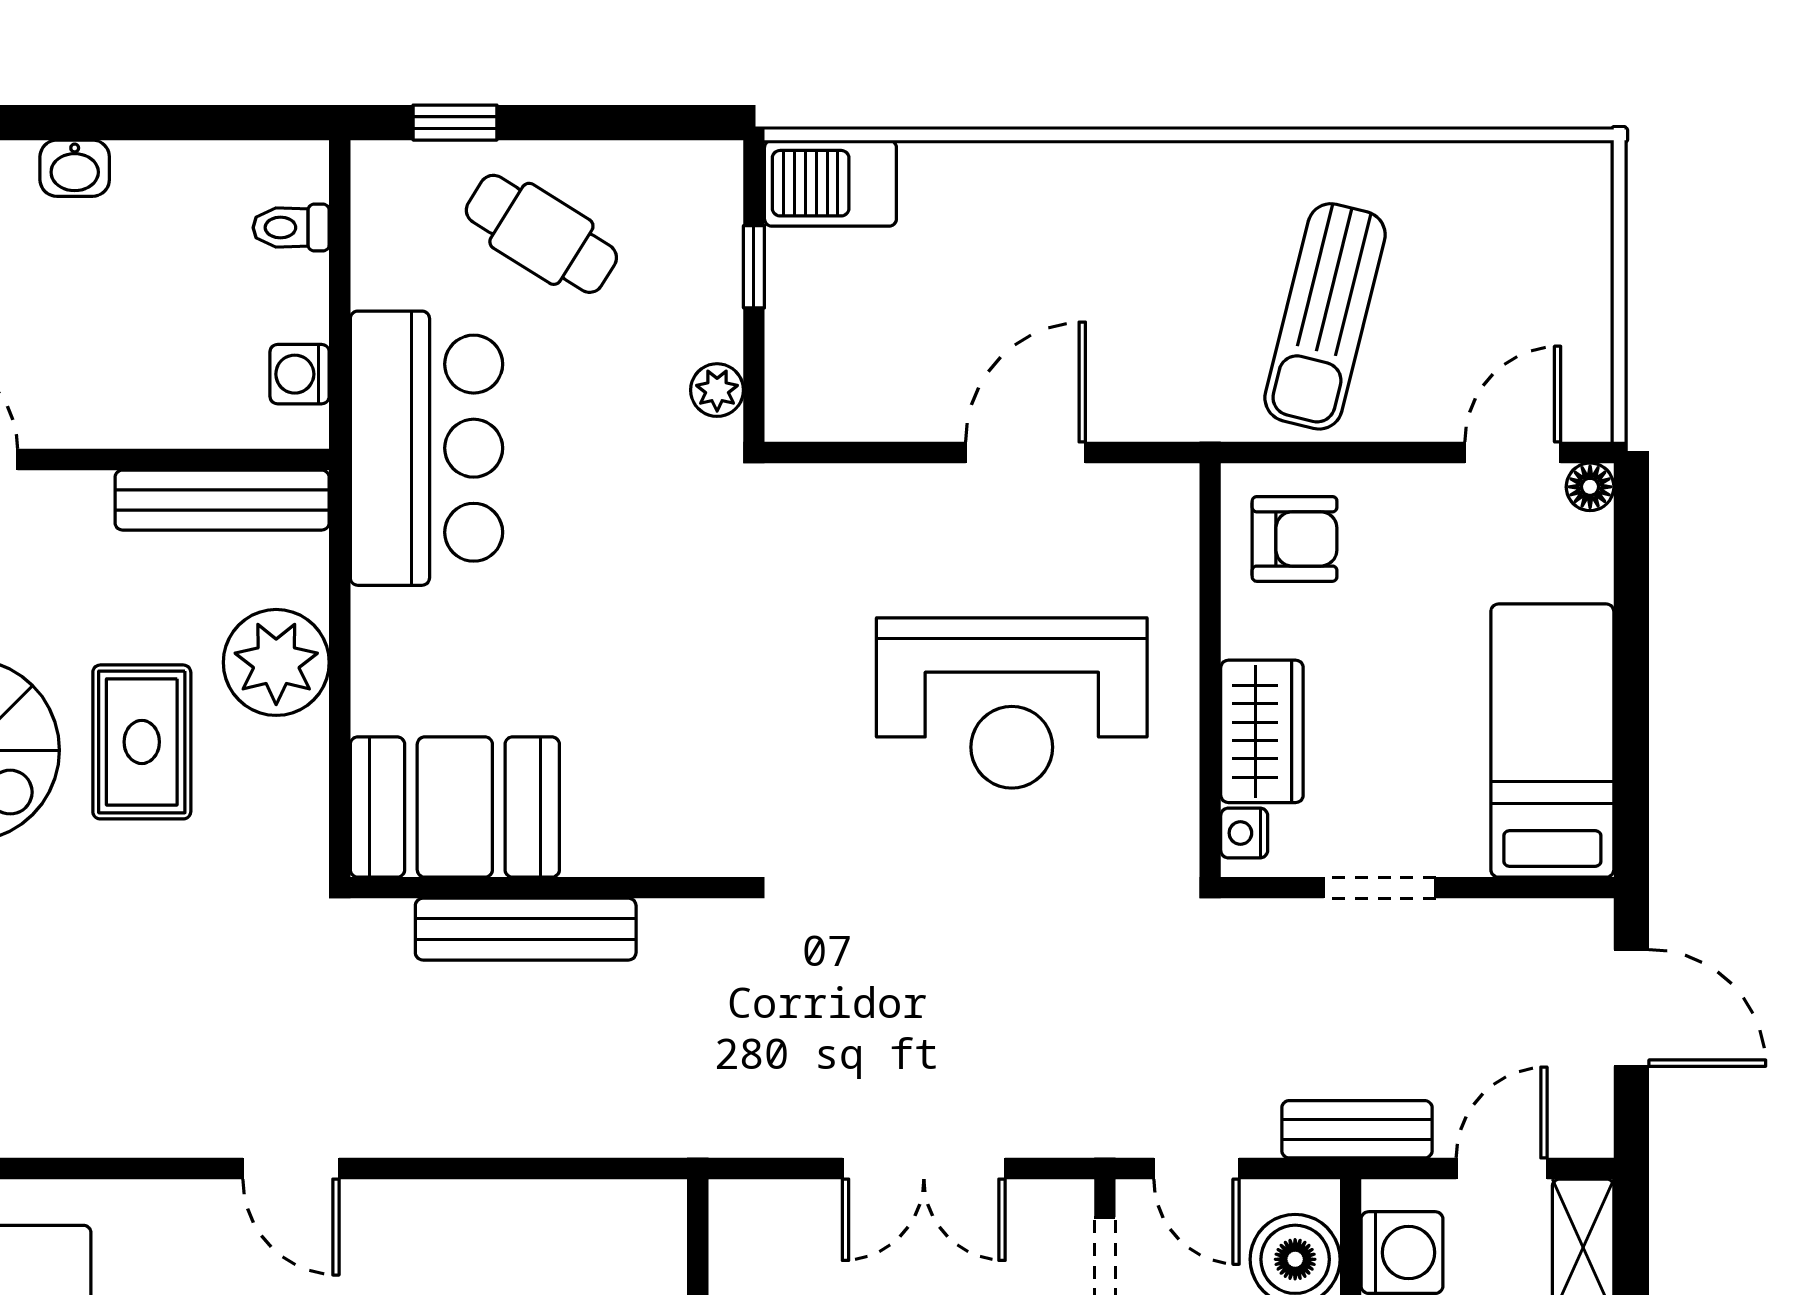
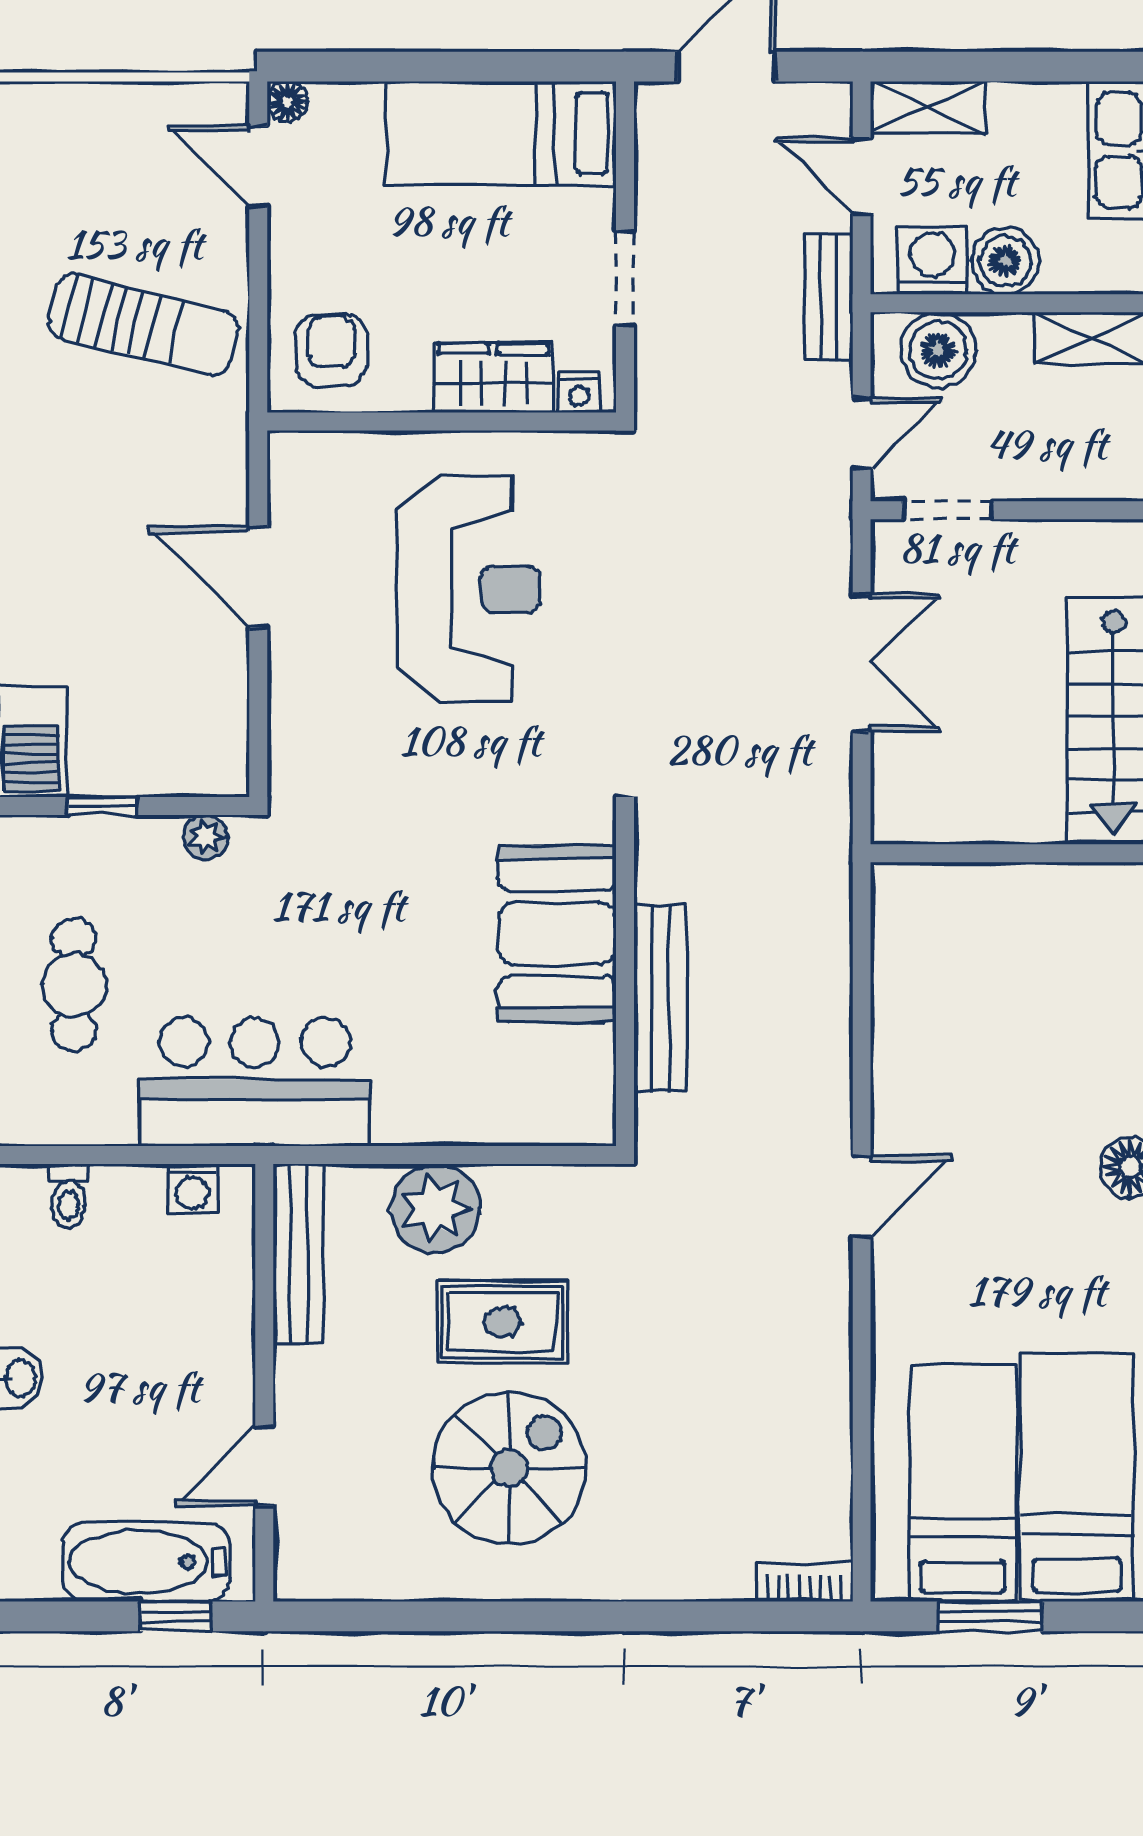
cafe table: (541, 234) -> (74, 985), turned -32
booth: (455, 807) -> (557, 933), moved

